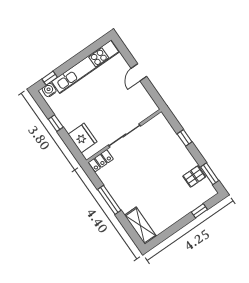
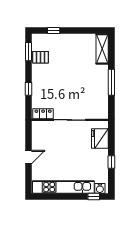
locker: (101, 161) -> (43, 114), moved

